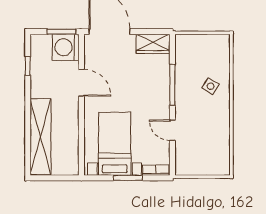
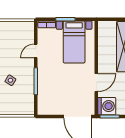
wardrobe: (153, 44) -> (49, 108), removed
door: (81, 83) -> (96, 83), swing flipped
door: (172, 130) -> (36, 51), swing flipped

